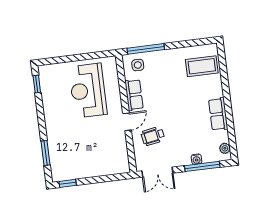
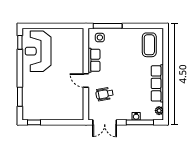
coffee table: (202, 66) -> (149, 45), turned 90
reception desk: (88, 91) -> (38, 51), moved
row of seats: (218, 114) -> (157, 83), width x1.48
door: (127, 122) -> (86, 80), swing flipped

